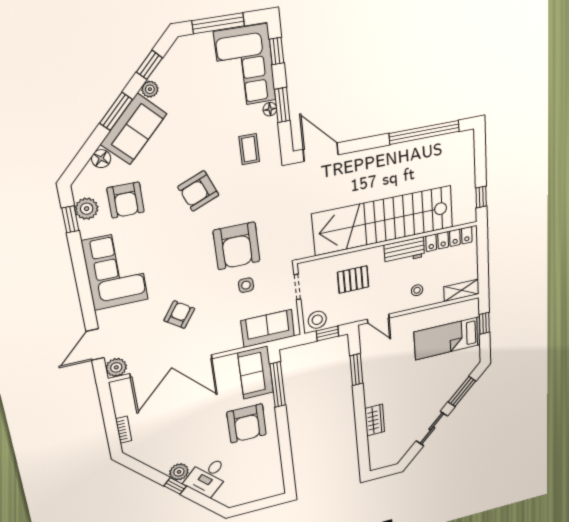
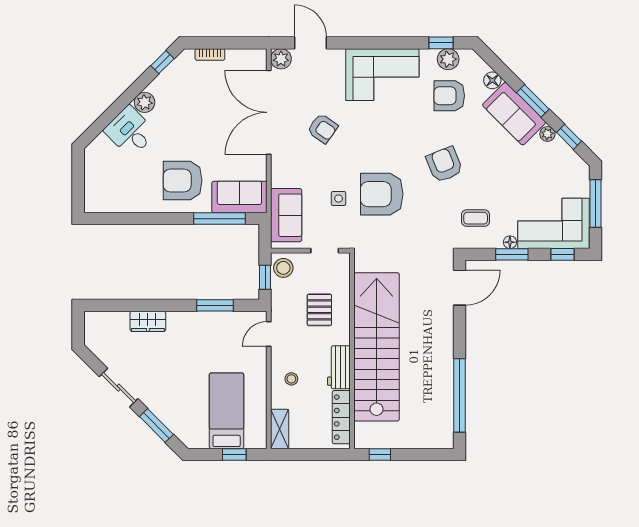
window: (175, 486) -> (162, 62), moved

